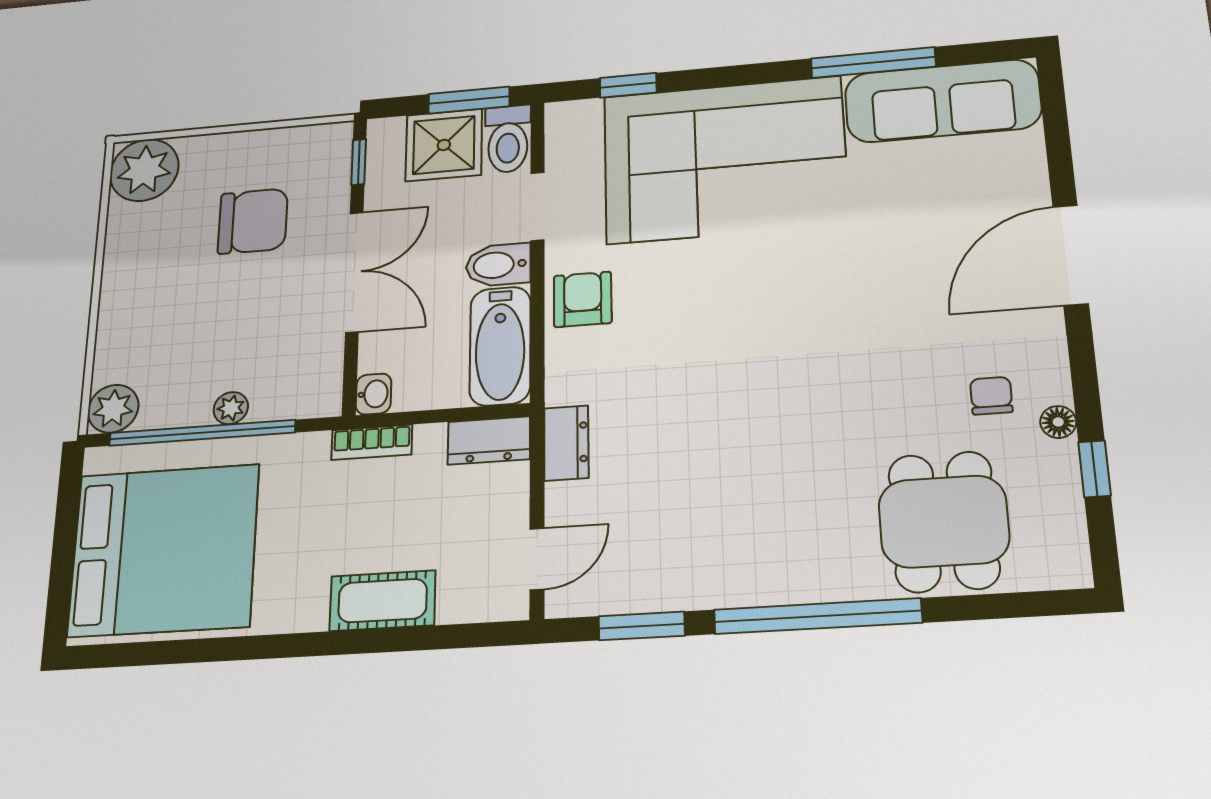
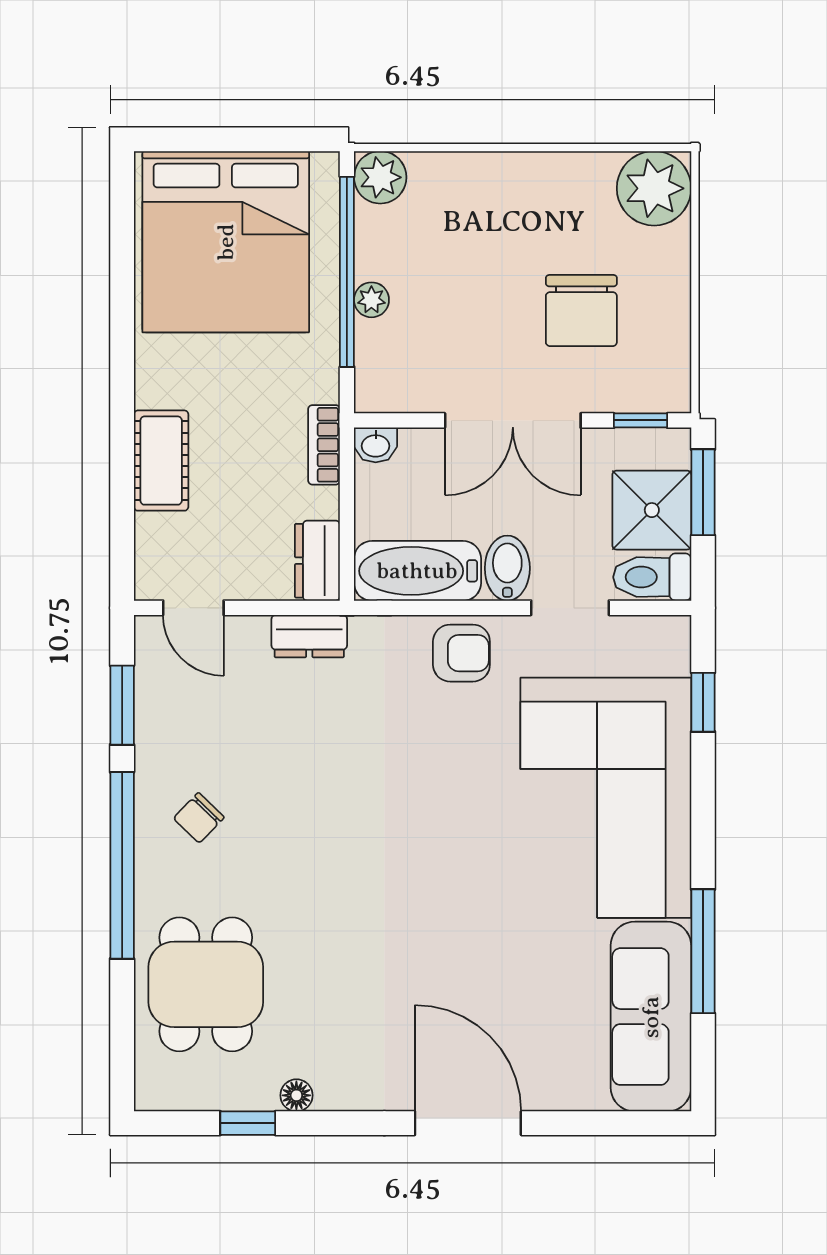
window: (469, 100) -> (703, 492), moved
chair: (991, 396) -> (199, 818), moved, turned 134
dining table: (944, 521) -> (206, 984), turned 90

